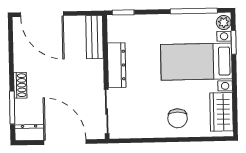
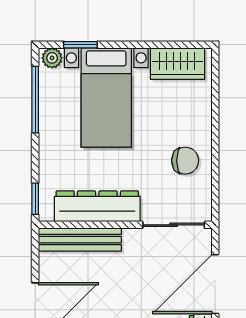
bench: (94, 37) -> (80, 240), width x1.36
dresser: (117, 65) -> (97, 206), width x1.37, depth x1.24
chair: (178, 118) -> (185, 161), moved

